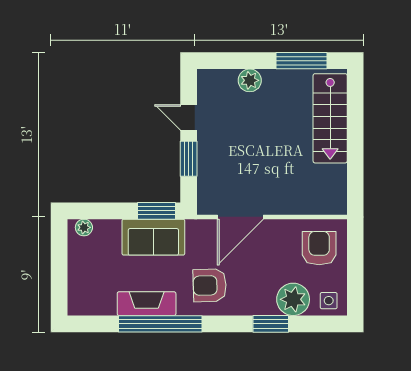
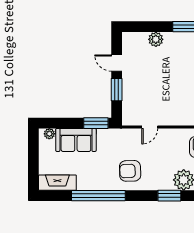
door: (240, 217) -> (150, 127), width x0.53
sofa: (153, 237) -> (76, 140), moved
fireplace: (147, 304) -> (57, 183), moved

